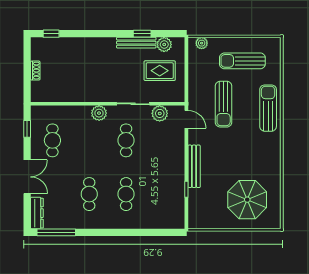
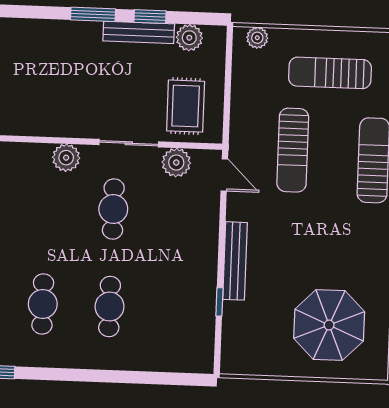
window: (111, 34) -> (93, 14), added
rug: (160, 71) -> (186, 106), moved, turned 90

